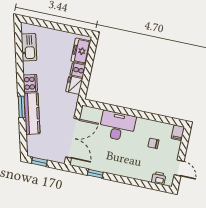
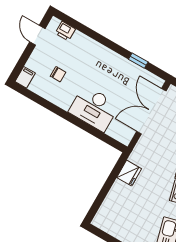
freezer: (81, 51) -> (108, 211), removed
cooker: (78, 70) -> (119, 190), removed

